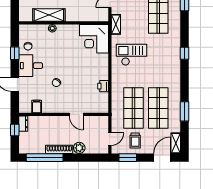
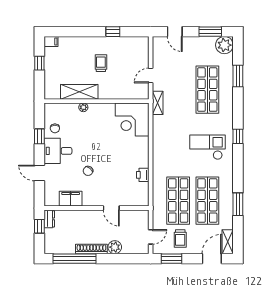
checkout: (132, 55) -> (207, 147), moved
filing cabinet: (37, 106) -> (71, 199), width x2.00

